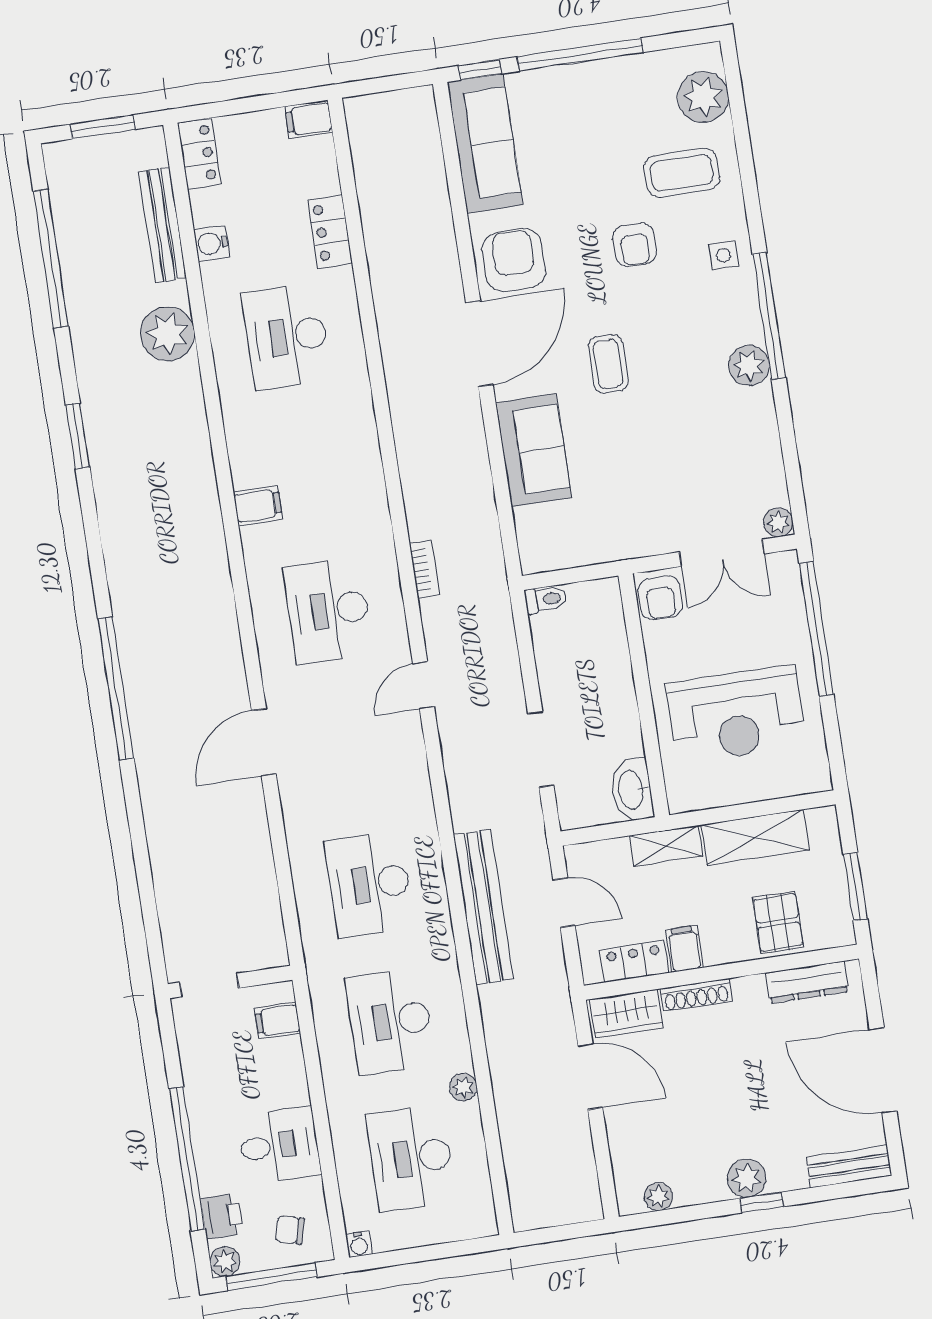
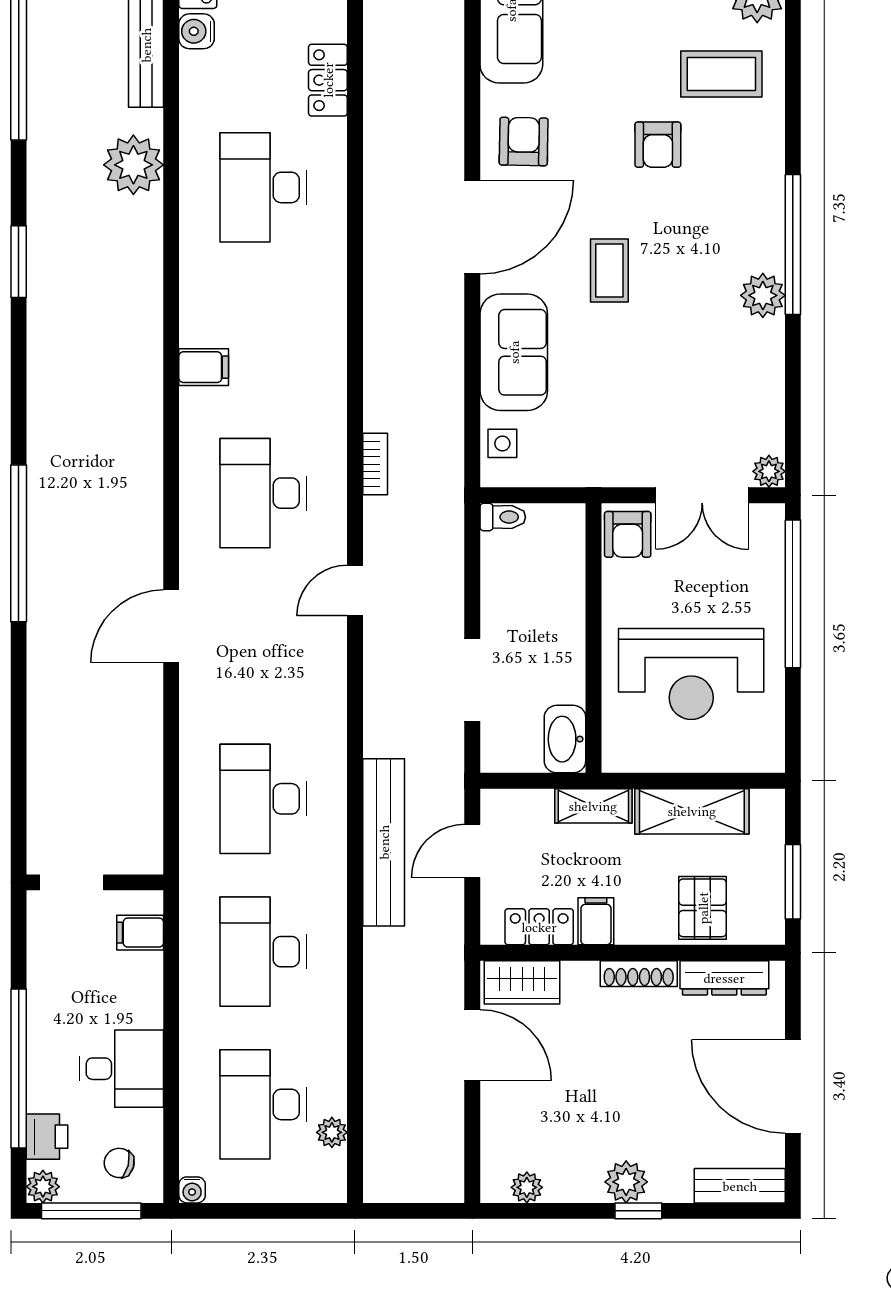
water cooler: (212, 244) -> (197, 31), moved
side table: (724, 255) -> (502, 443), moved
armchair: (514, 260) -> (524, 142), width x0.72, depth x0.72
door: (564, 903) -> (472, 851), swing flipped
shoe rack: (696, 995) -> (639, 974), moved
plant: (463, 1087) -> (332, 1132), moved

